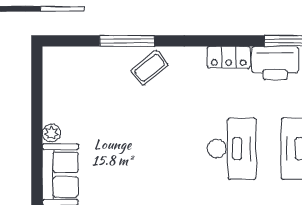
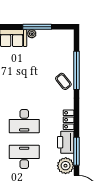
window: (127, 41) -> (76, 70), width x1.46
window: (37, 122) -> (37, 27), added

